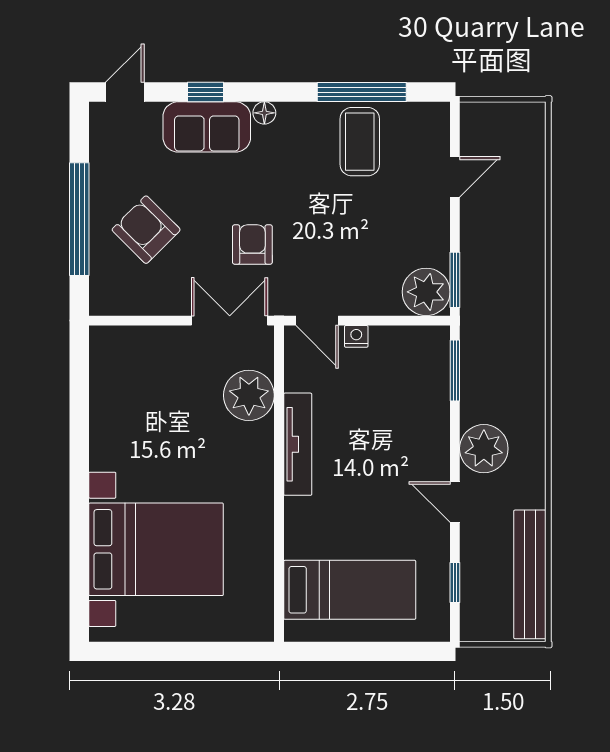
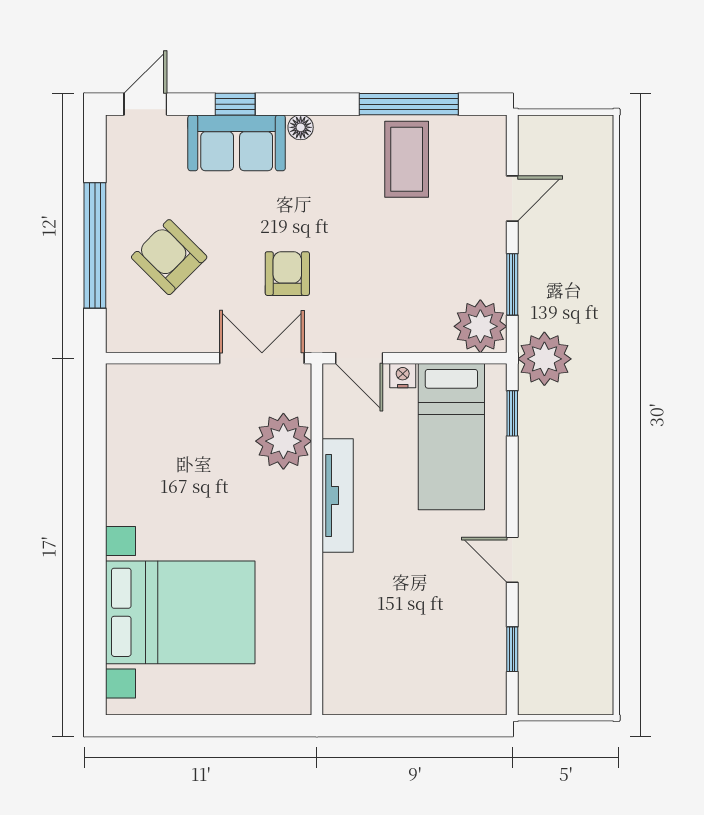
window: (455, 280) -> (512, 284), moved
window: (455, 370) -> (512, 413), width x0.67
plant: (484, 449) -> (544, 359), moved
bench: (530, 574) -> (596, 640), removed
bed: (350, 590) -> (451, 437), moved, turned 90

